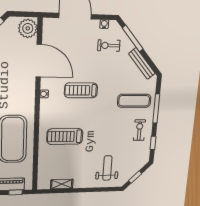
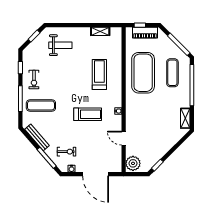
door: (39, 61) -> (124, 138), width x0.53
treadmill: (65, 136) -> (99, 74), turned -90
weight bench: (107, 168) -> (60, 45), turned -90

